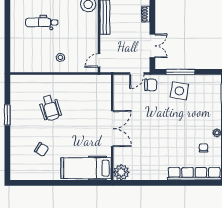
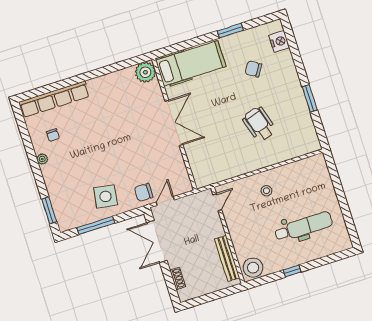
dental chair: (42, 22) -> (304, 227), width x1.36, depth x1.38
double door: (152, 46) -> (157, 242), width x1.37
window: (180, 72) -> (96, 225), moved
double door: (112, 129) -> (174, 123), swing flipped
nightstand: (16, 164) -> (279, 41), added
window: (49, 183) -> (230, 31), added

